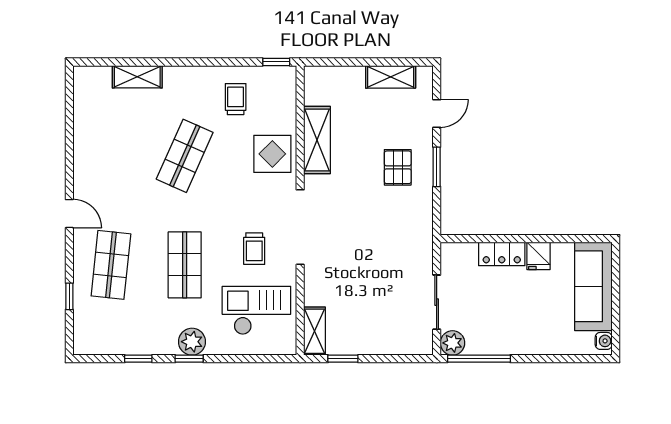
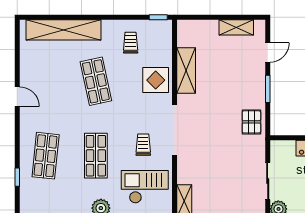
shelving: (137, 77) -> (64, 30), width x2.20, depth x1.33
shop shelf: (185, 156) -> (96, 81), turned -36
pallet: (398, 167) -> (251, 122), moved
door: (69, 214) -> (17, 97), moved
trolley: (254, 249) -> (143, 145), turned 180

